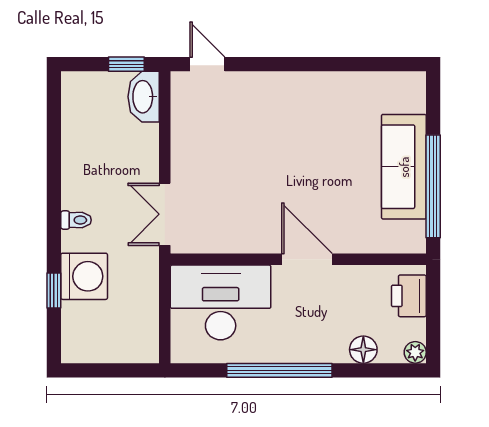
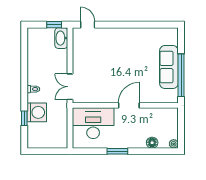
door: (307, 259) -> (129, 105), hinge flipped
printer: (409, 296) -> (171, 120), removed
window: (279, 370) -> (117, 151), width x0.47

